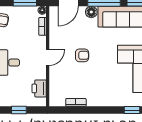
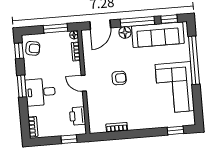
door: (48, 58) -> (84, 83), swing flipped
window: (19, 110) -> (69, 139), moved

